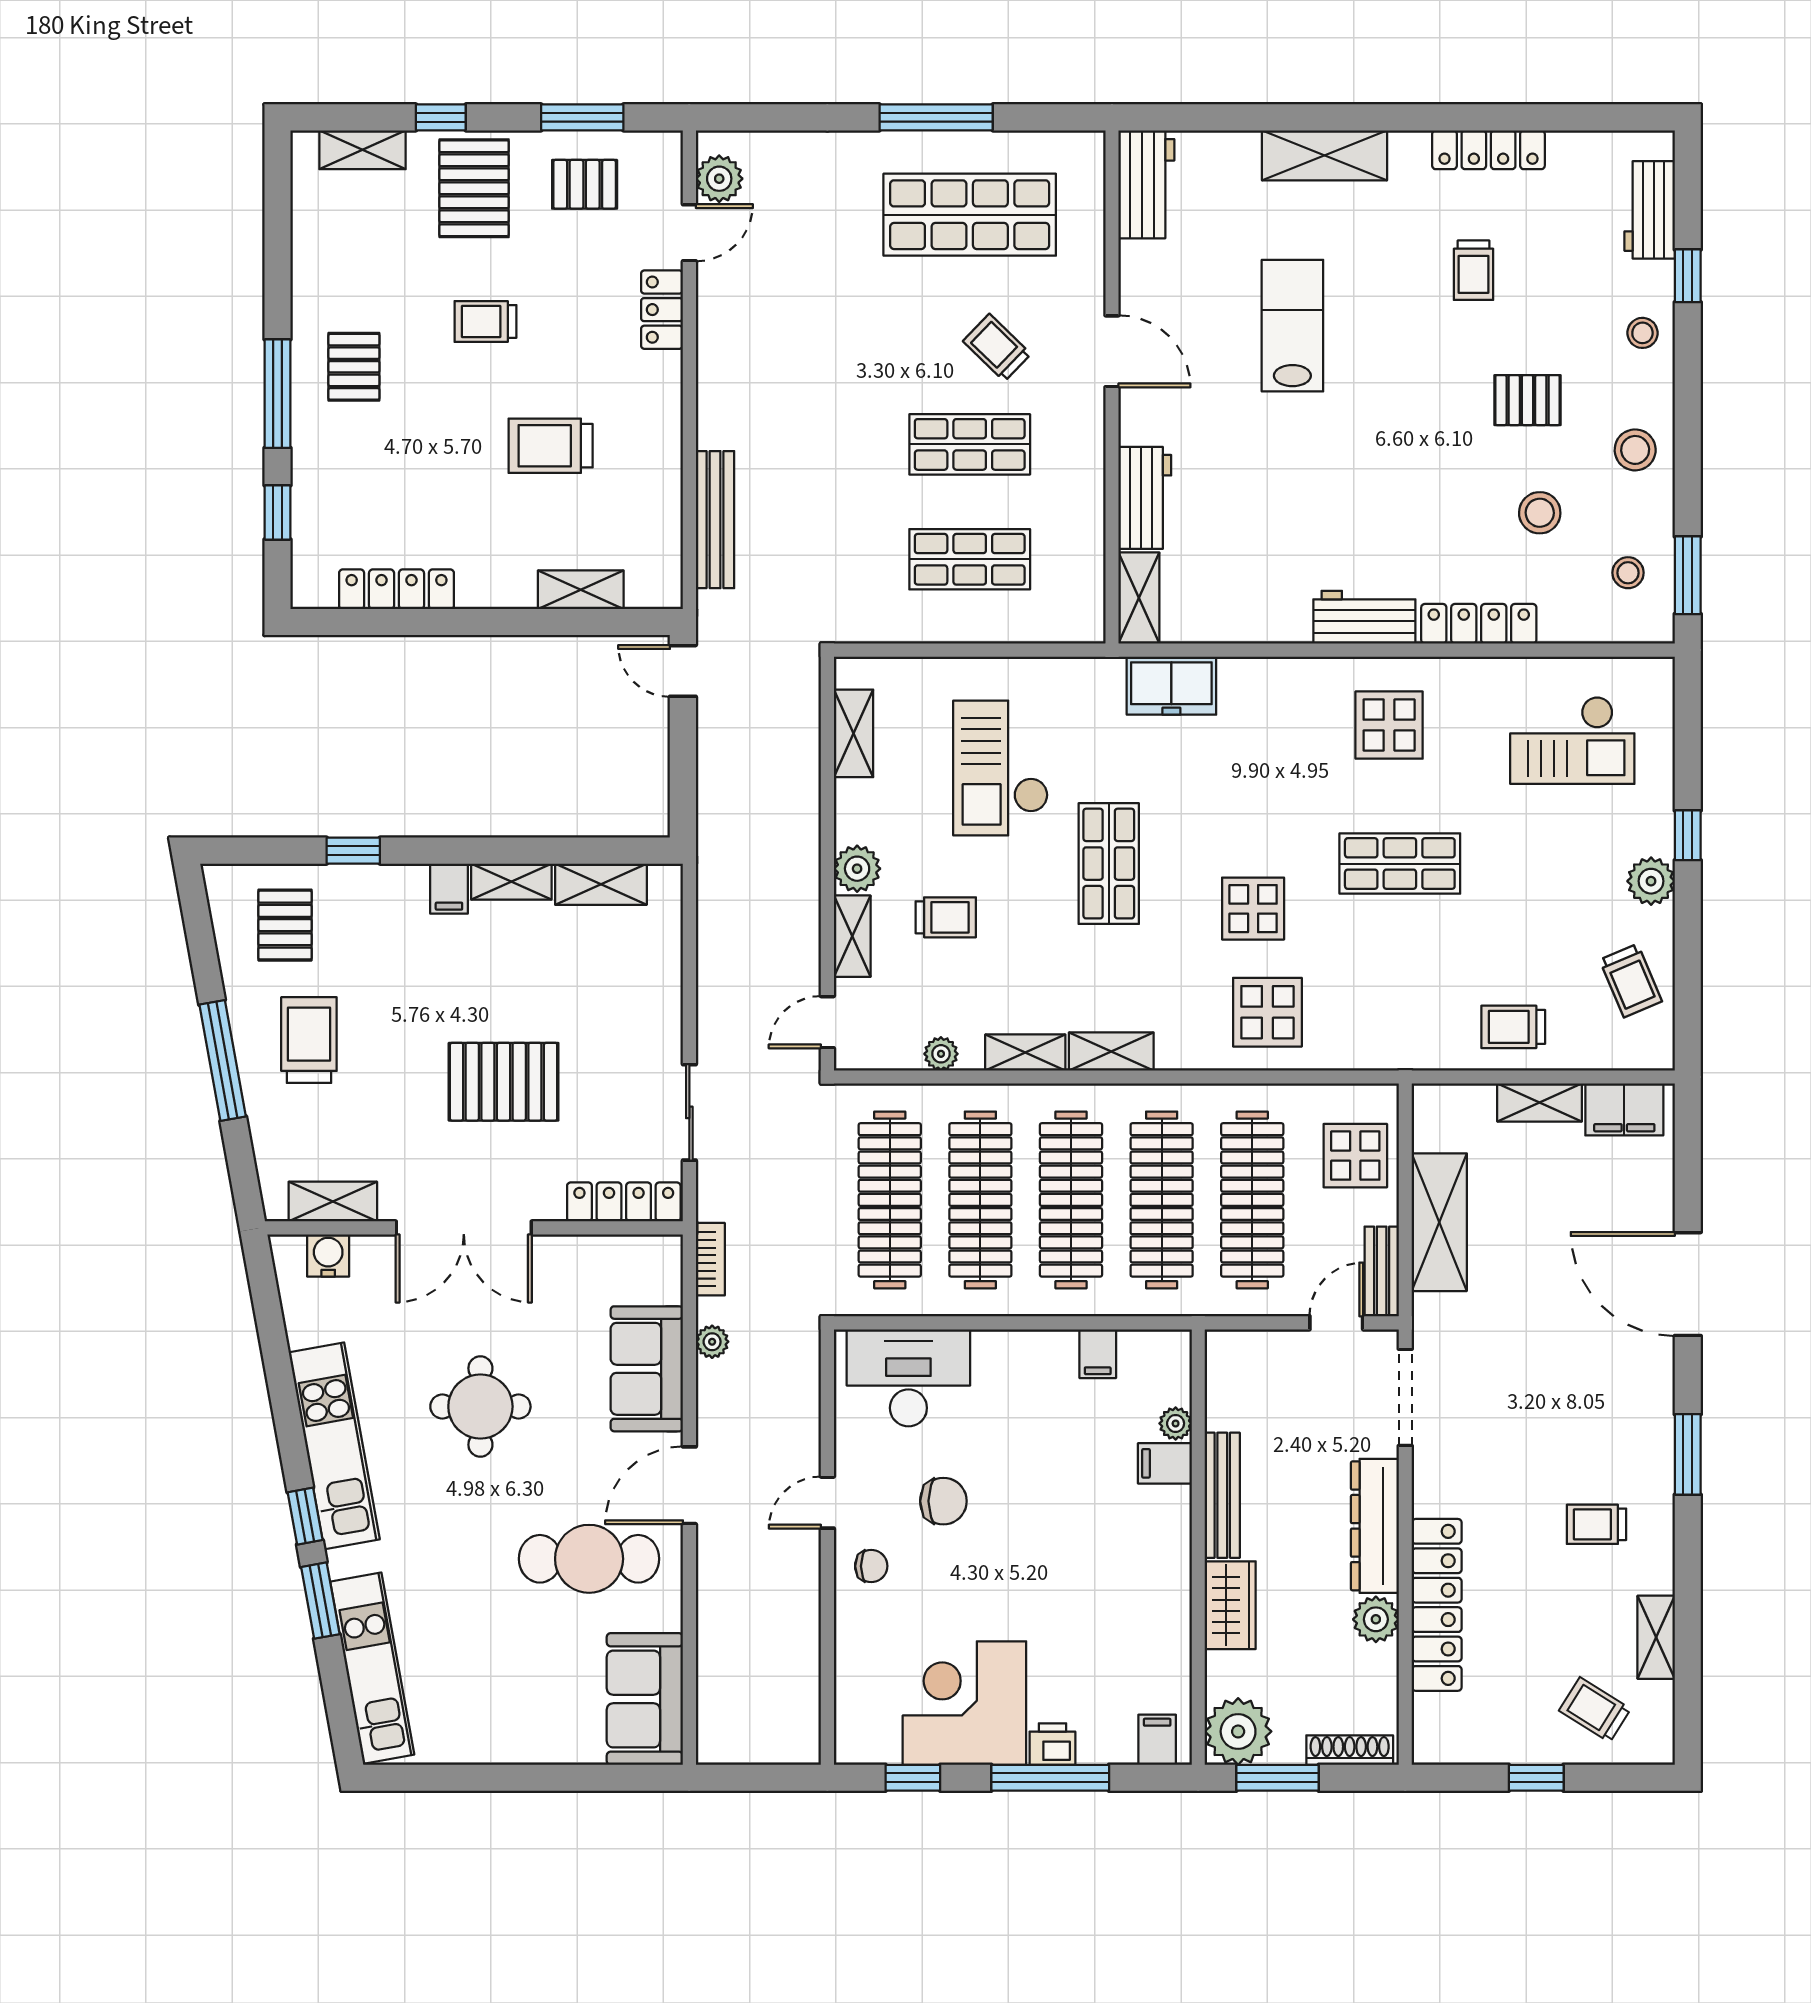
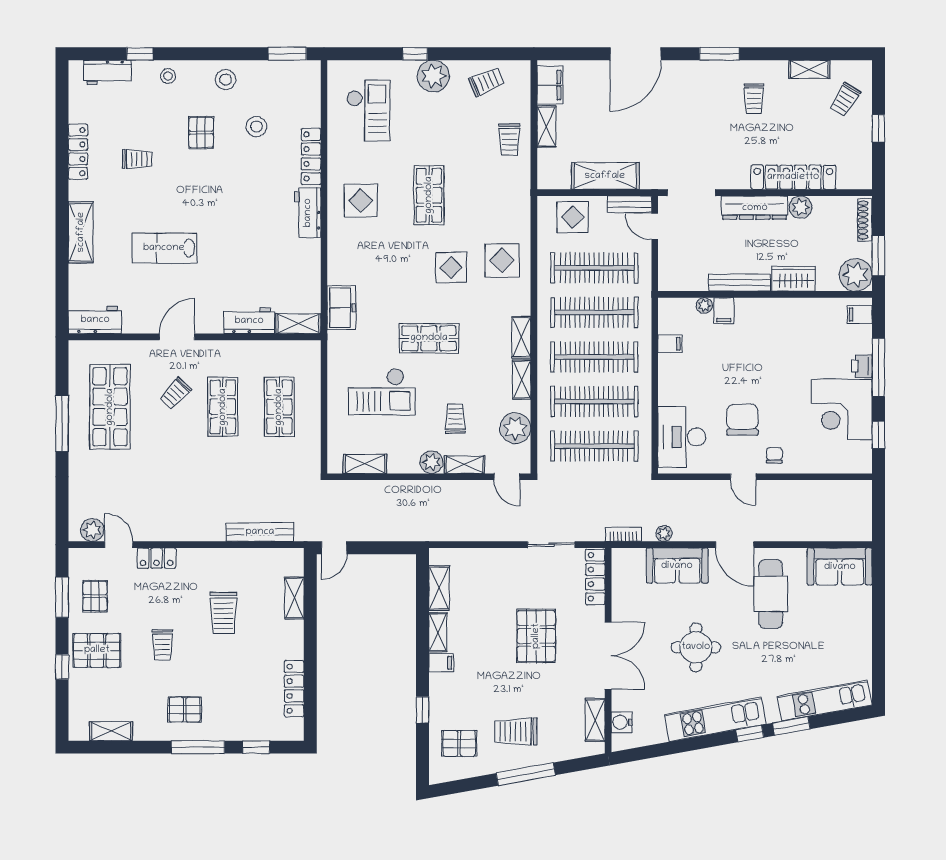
shelving: (362, 150) -> (111, 731), moved, turned 90
stool: (1628, 573) -> (286, 83), removed
plant: (1651, 881) -> (433, 76), width x1.36, depth x1.36
plant: (941, 1054) -> (515, 428), width x1.88, depth x1.88
chair: (943, 1501) -> (742, 420), width x1.37, depth x1.37

